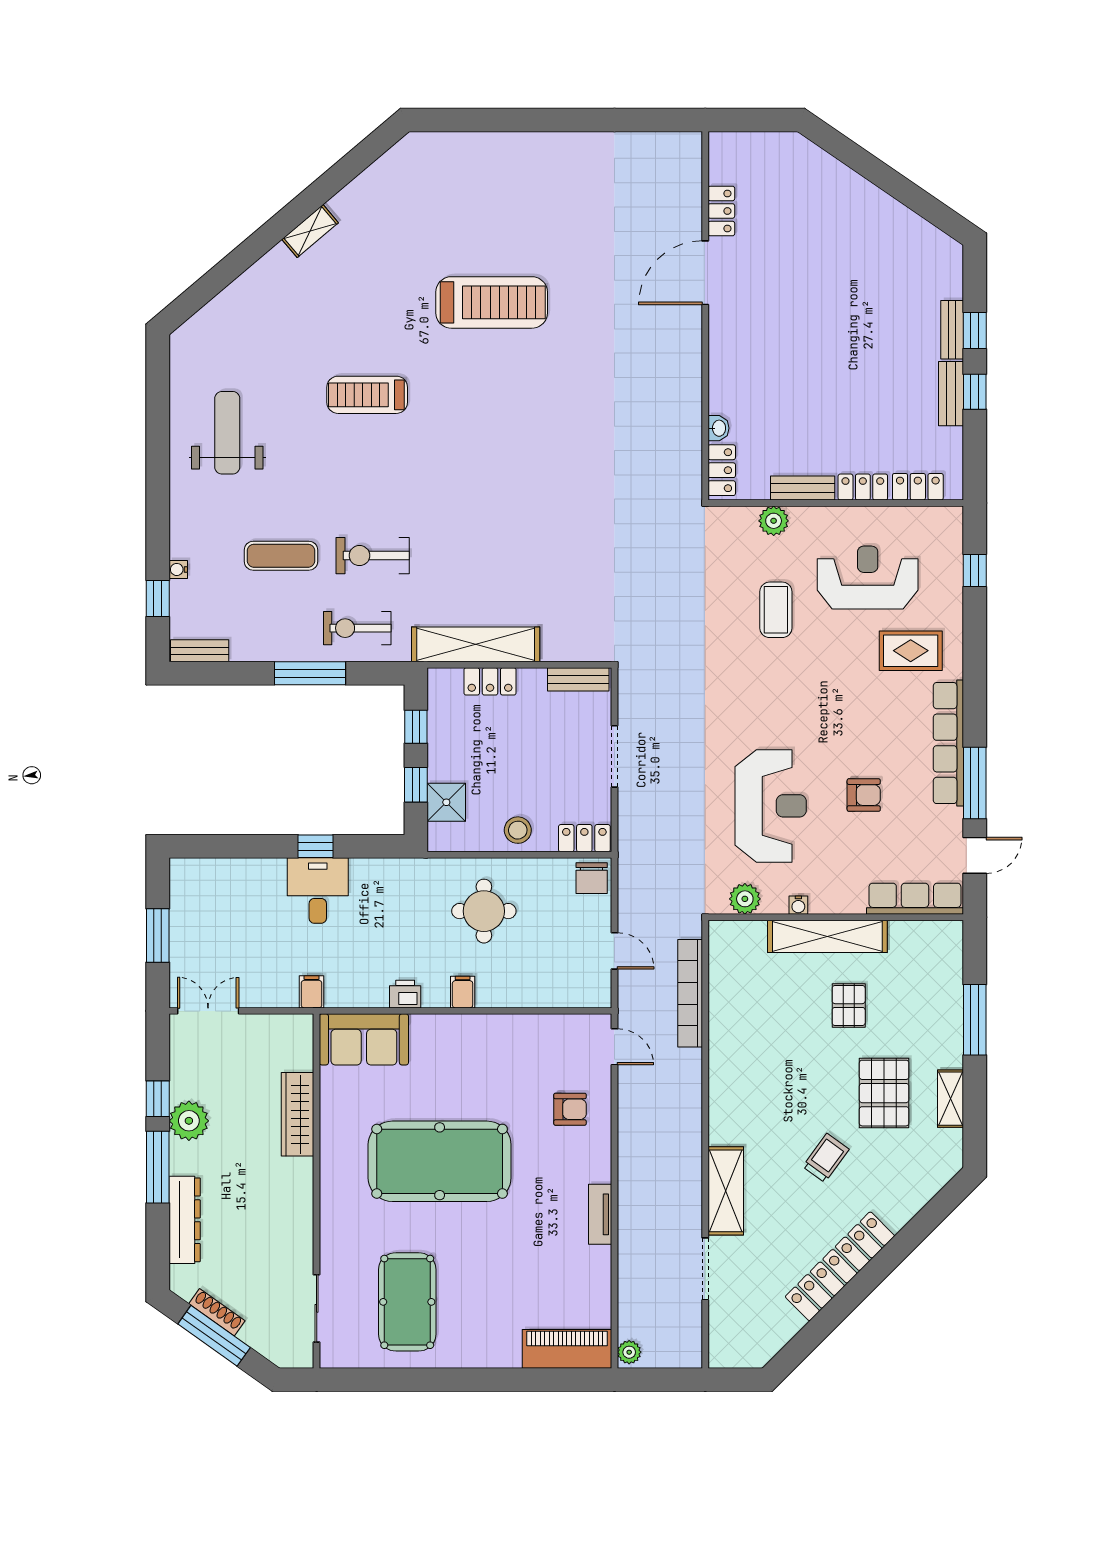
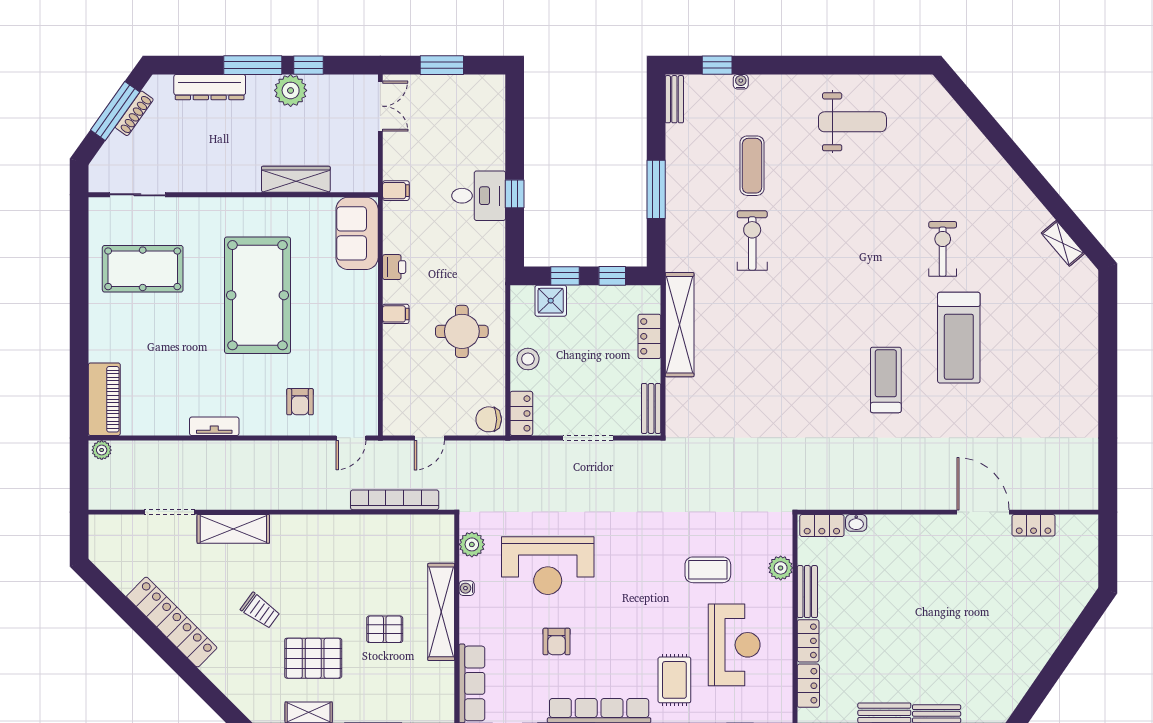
shelving: (310, 231) -> (1063, 243), moved
treadmill: (367, 395) -> (886, 380), moved
exercise bike: (357, 628) -> (943, 249), moved

